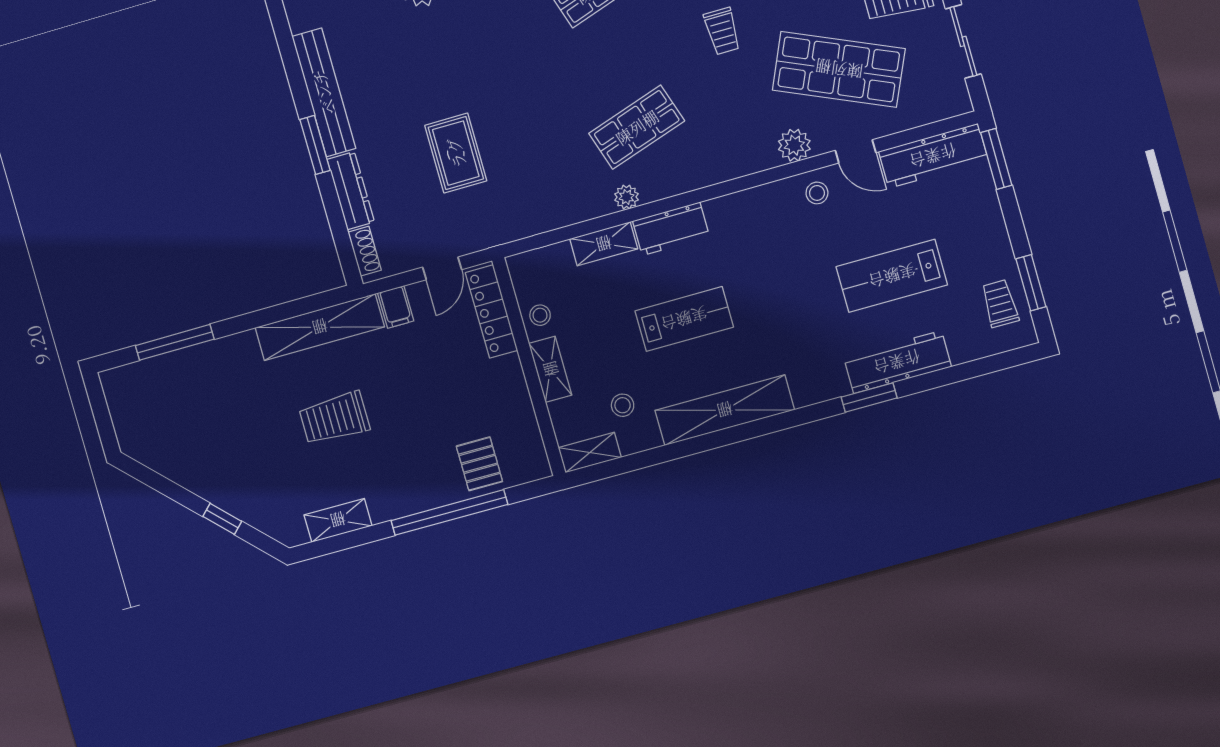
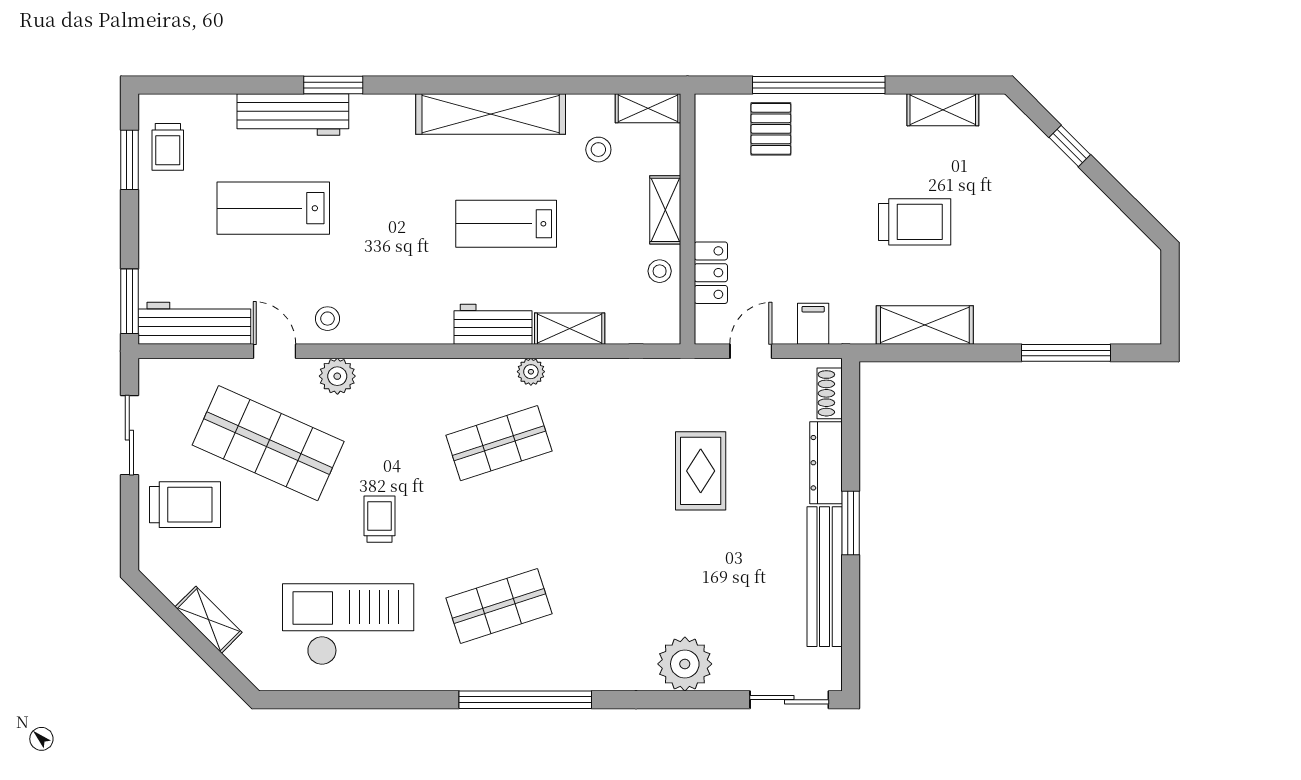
lab bench: (892, 276) -> (273, 208), turned 180
locker: (491, 311) -> (711, 273), width x0.66
shelving: (320, 327) -> (925, 325), width x0.68

